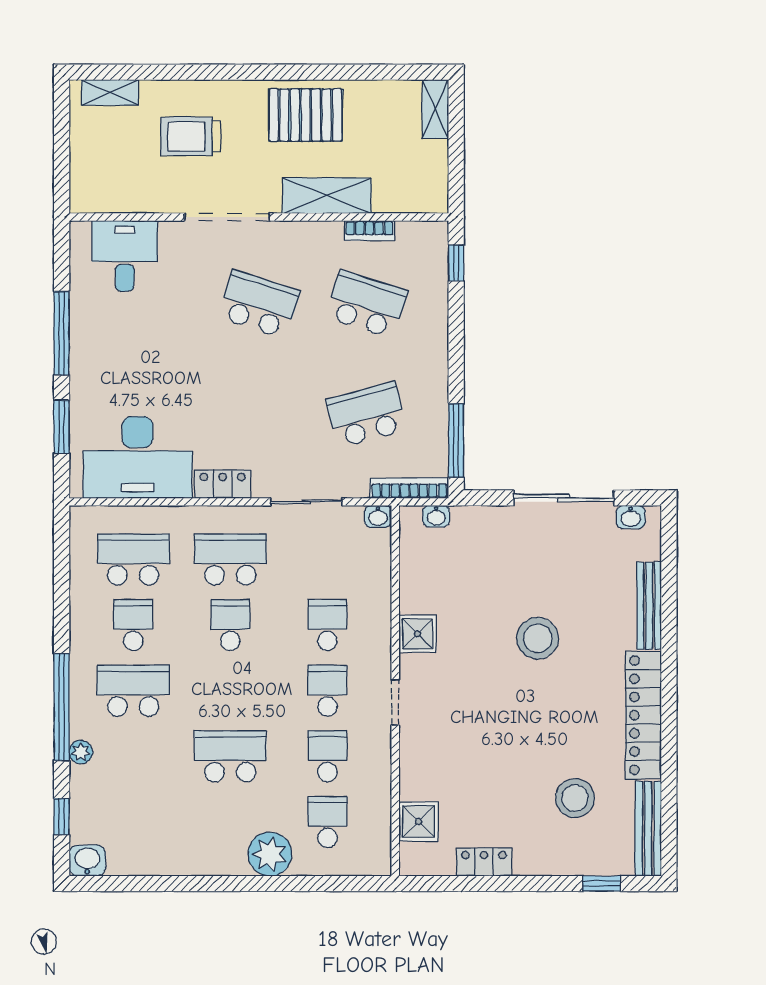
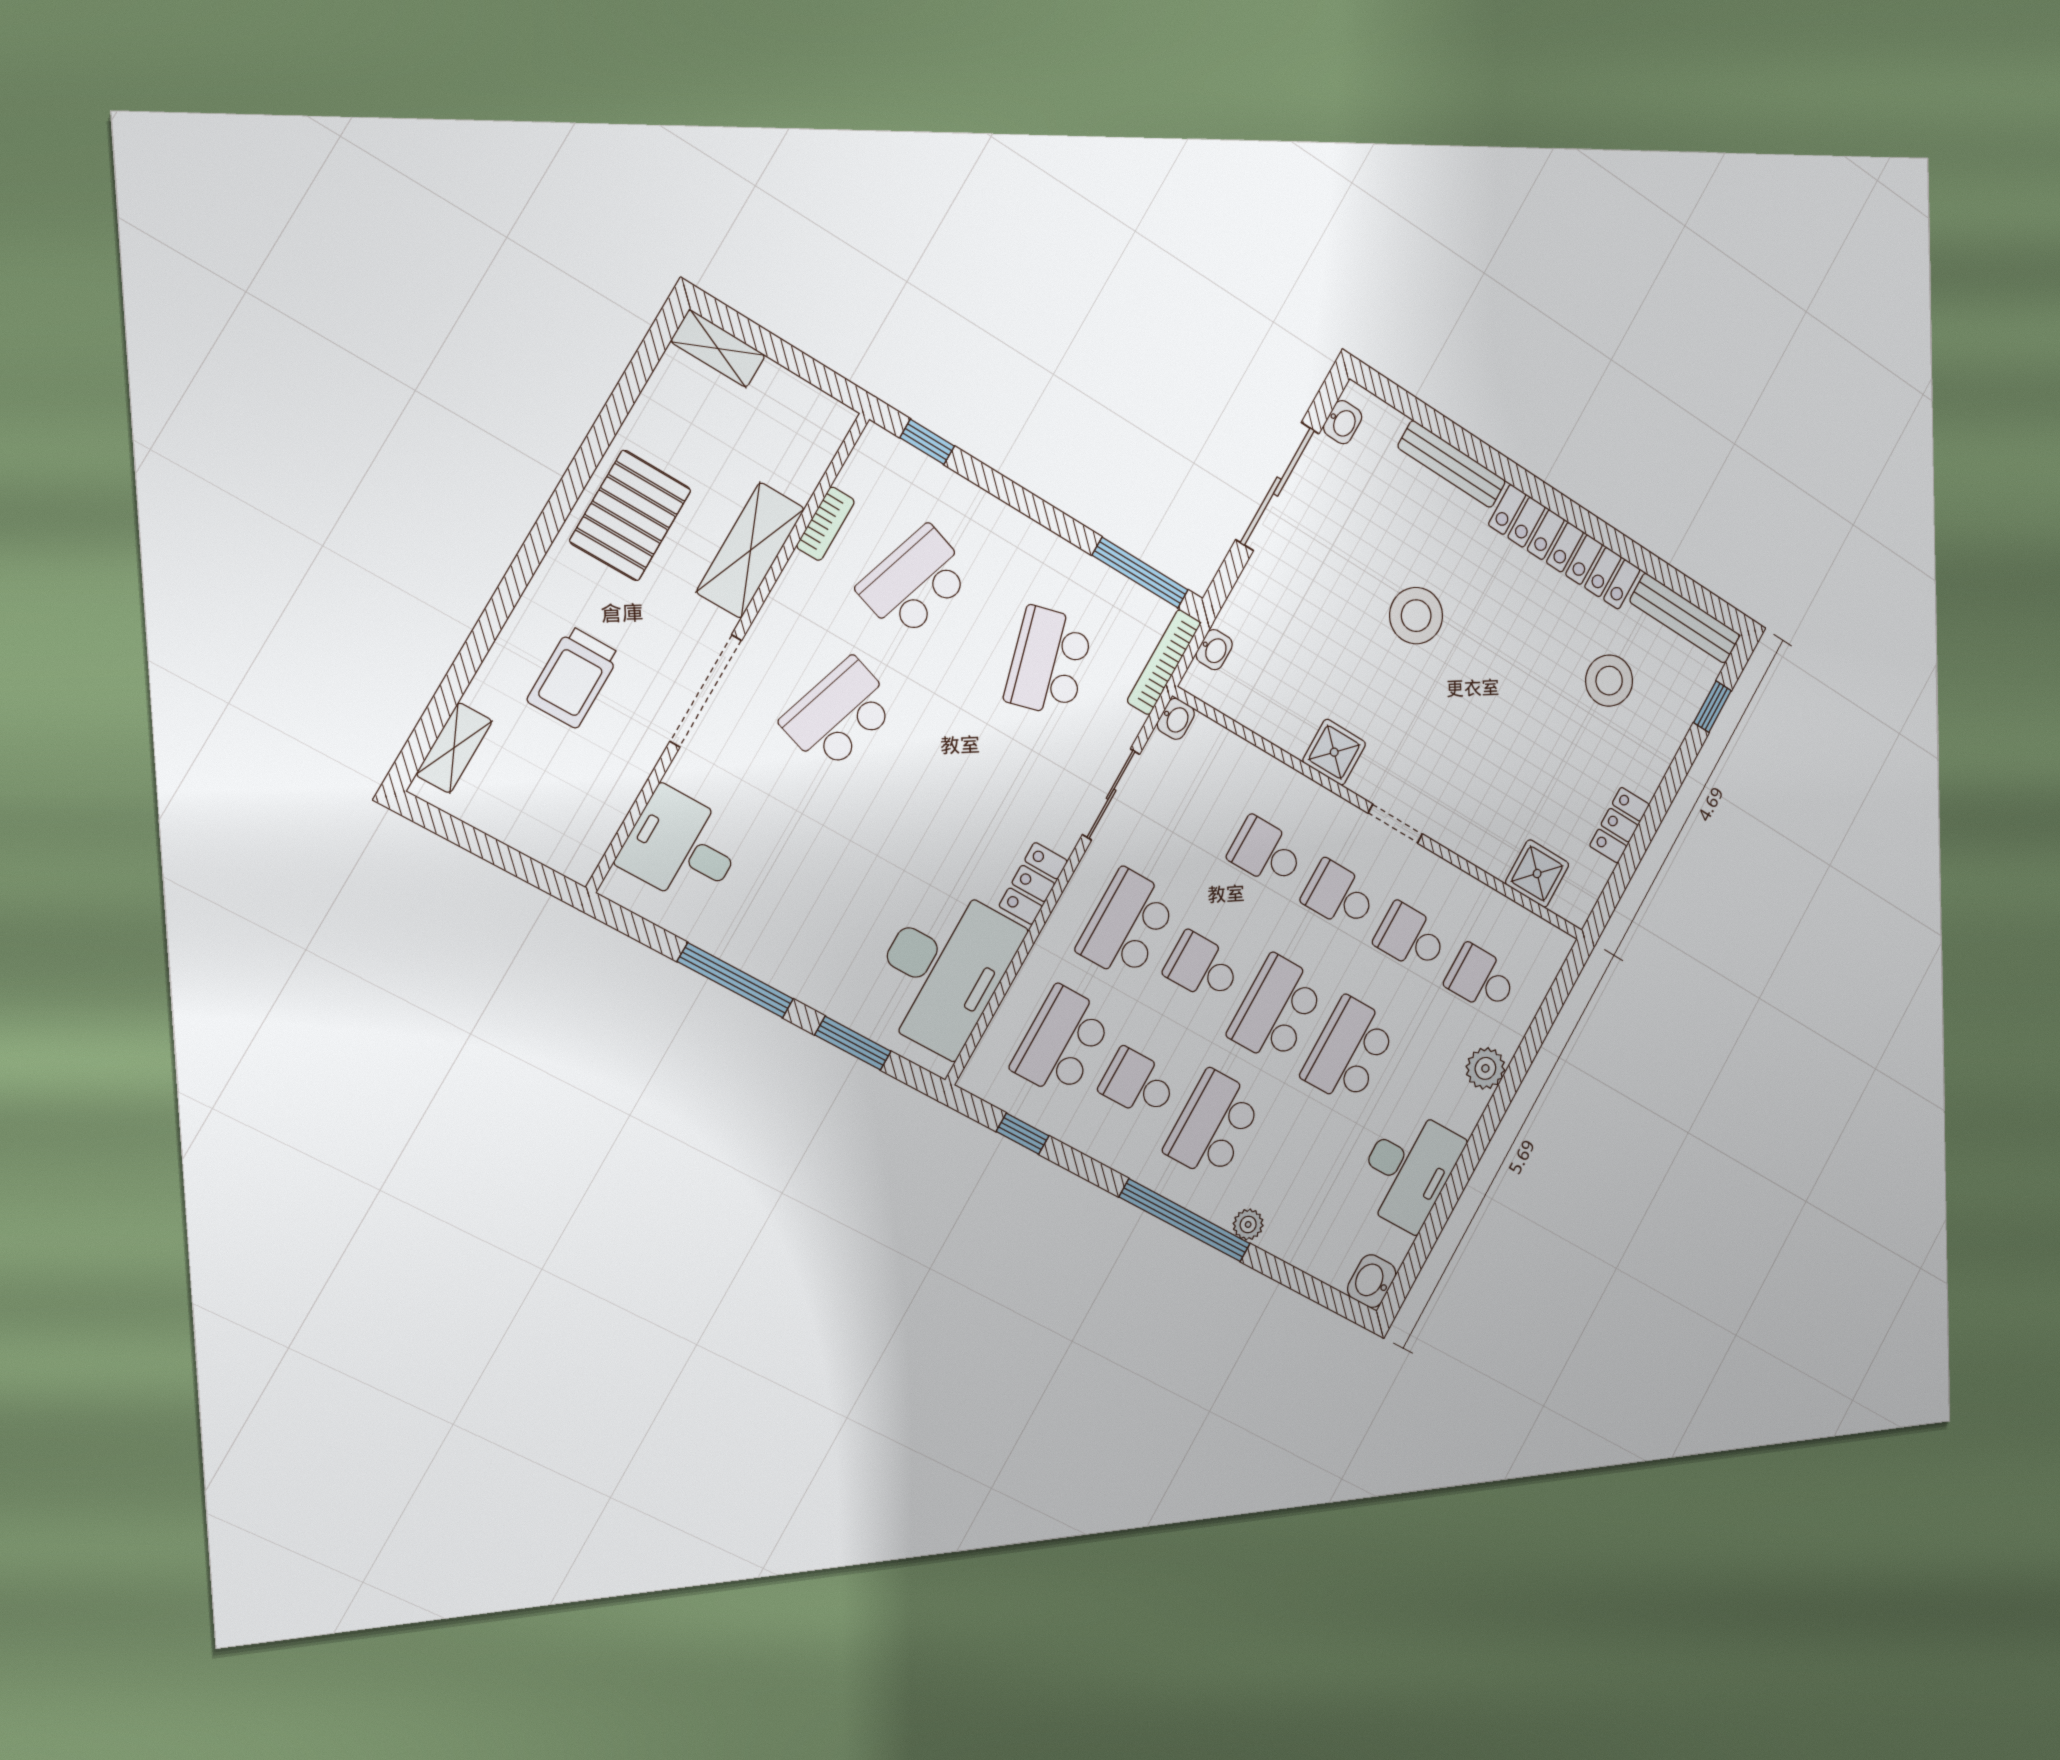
school desk: (230, 691) -> (1276, 1009), added
window: (62, 817) -> (1023, 1134), moved
desk: (174, 844) -> (1408, 1169), added
plant: (270, 854) -> (1485, 1068), width x0.73, depth x0.73

